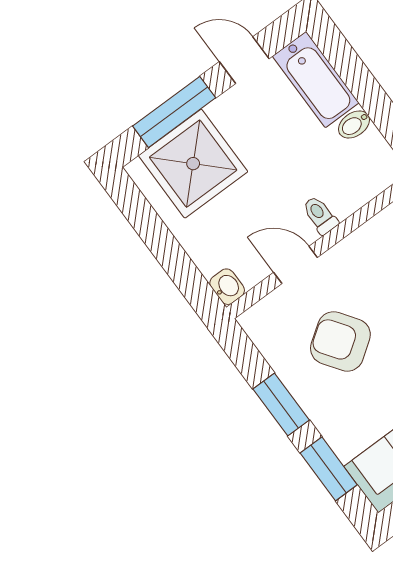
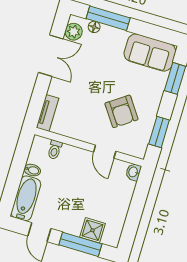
shower: (193, 164) -> (93, 230), width x0.54, depth x0.54
toilet: (320, 215) -> (55, 150), moved
window: (281, 405) -> (159, 132), moved

